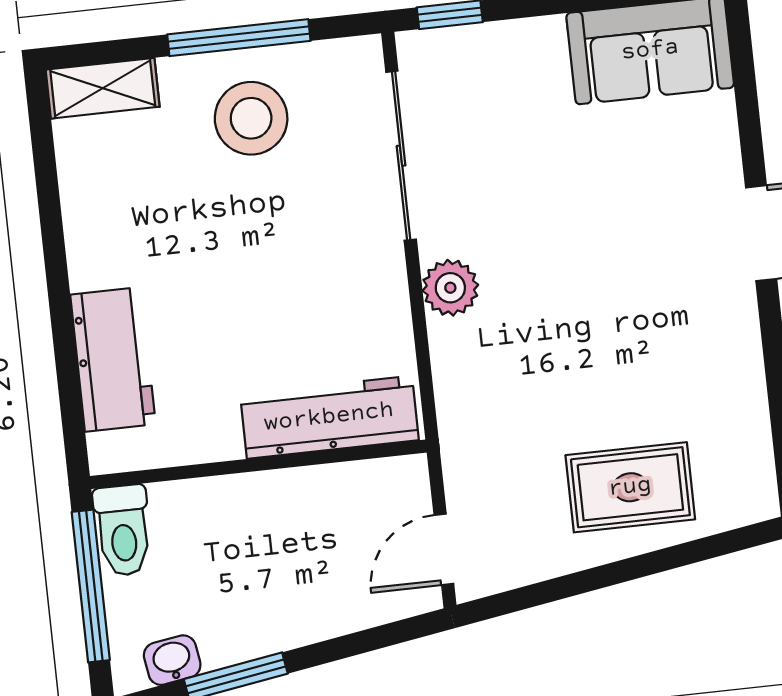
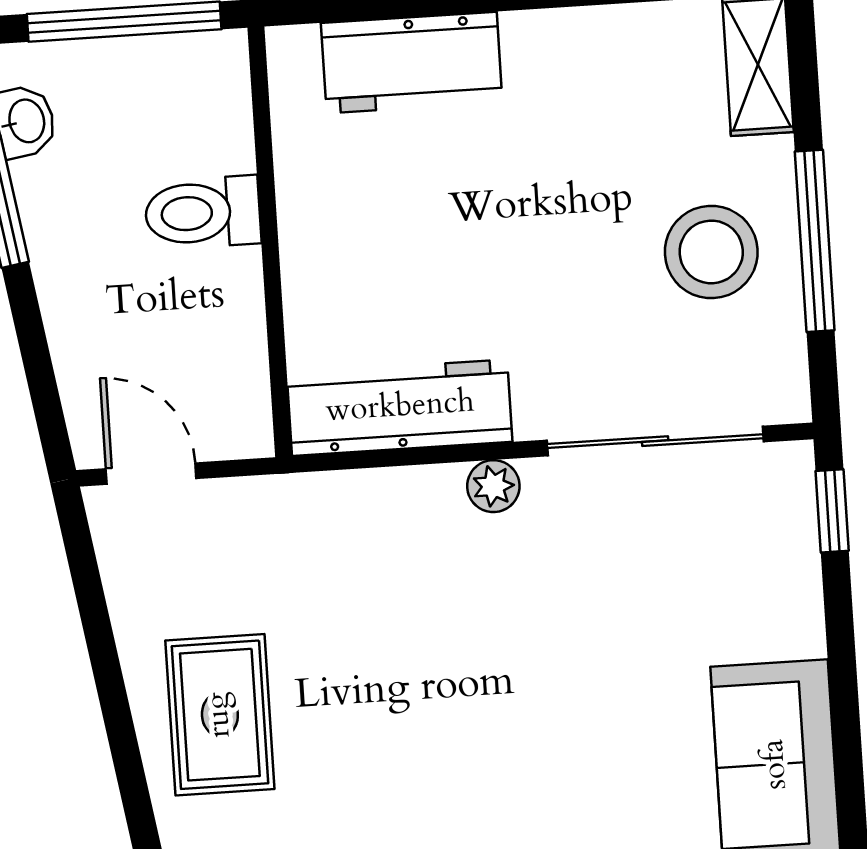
plant: (450, 288) -> (493, 486), width x0.73, depth x0.73
workbench: (329, 417) -> (400, 408), moved, turned -90
toilet: (123, 530) -> (203, 213), moved

